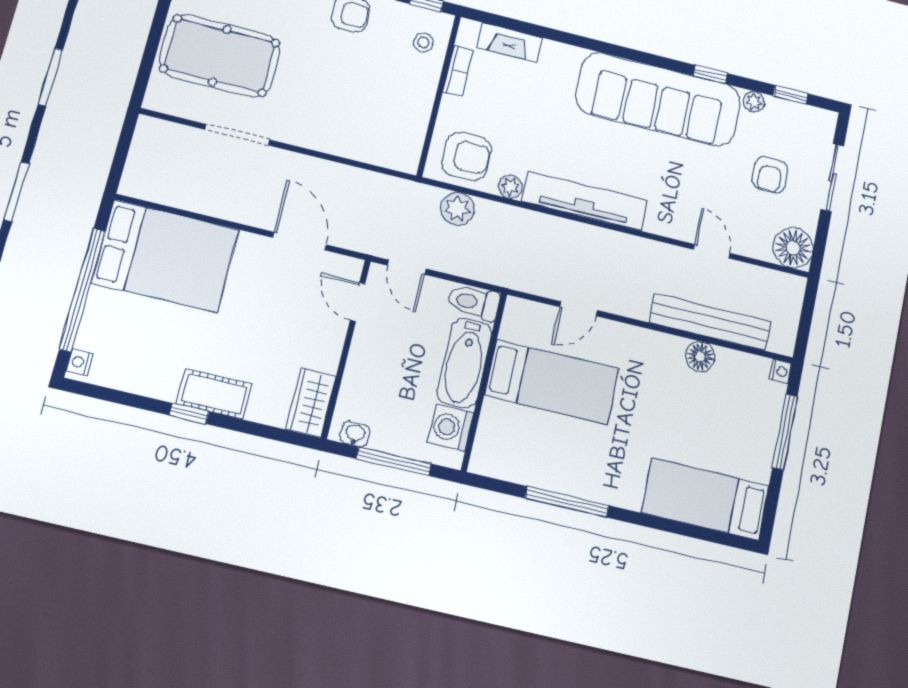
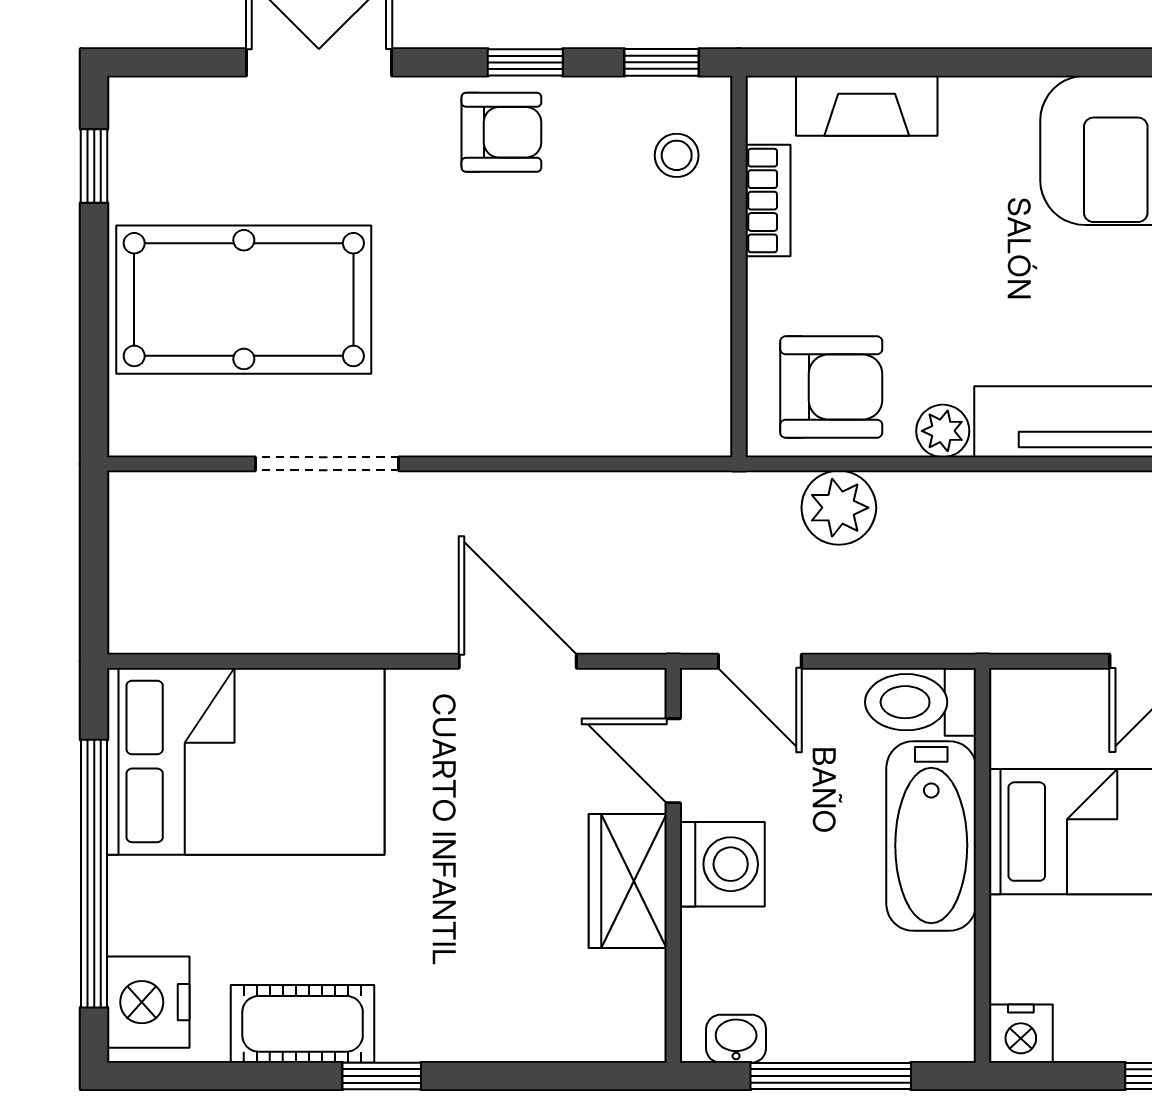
nightstand: (80, 362) -> (148, 1002), width x1.89, depth x1.79
cot: (214, 394) -> (303, 1024), moved
wardrobe: (311, 403) -> (628, 881), moved
washing machine: (450, 428) -> (722, 864), moved, turned 180
nightstand: (484, 462) -> (1021, 1034), added

